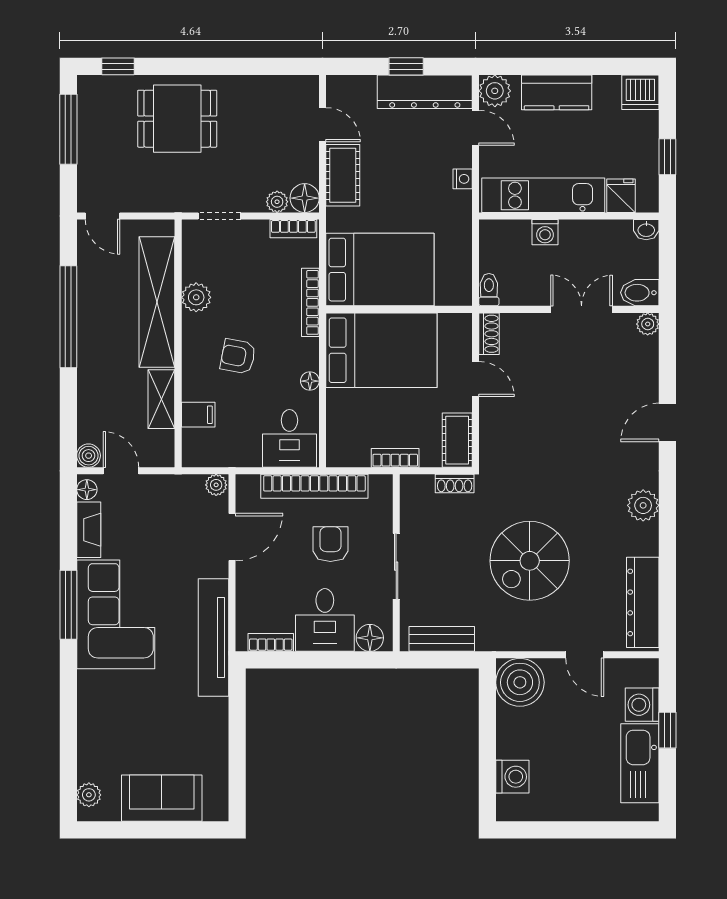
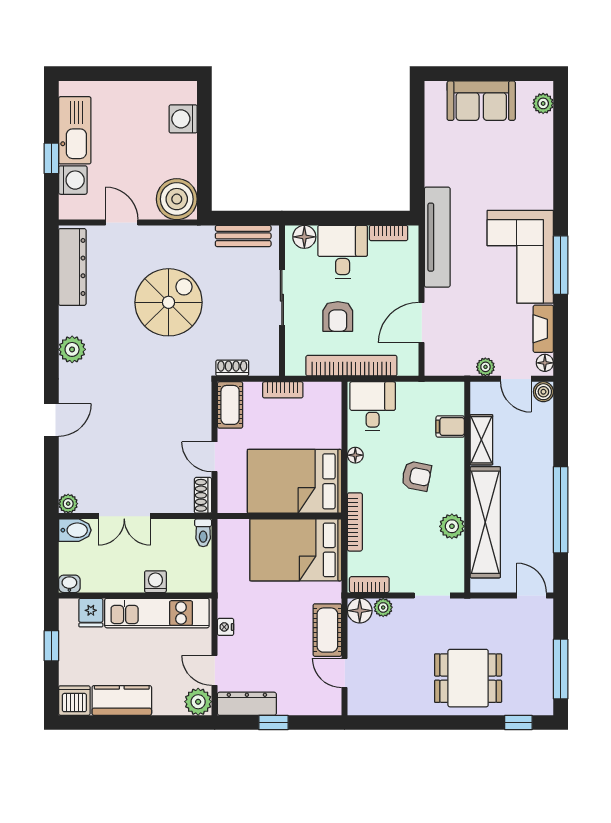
dresser: (425, 92) -> (247, 704), width x0.73, depth x0.80
kitchen counter: (557, 92) -> (122, 700), moved
plant: (216, 485) -> (485, 367), moved

